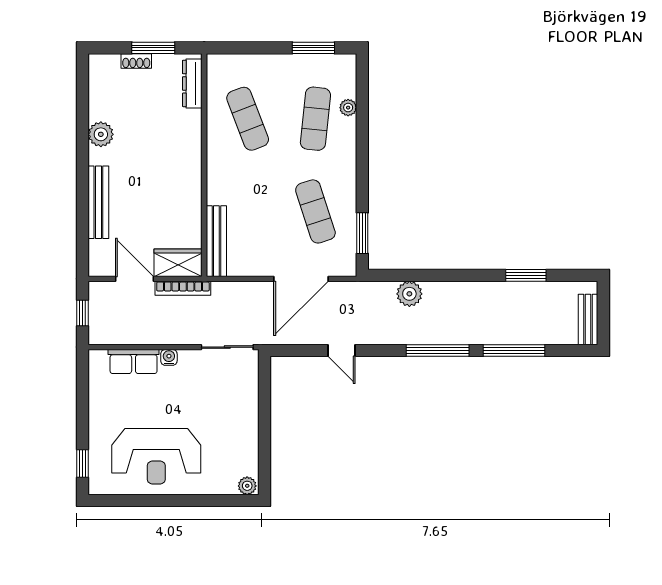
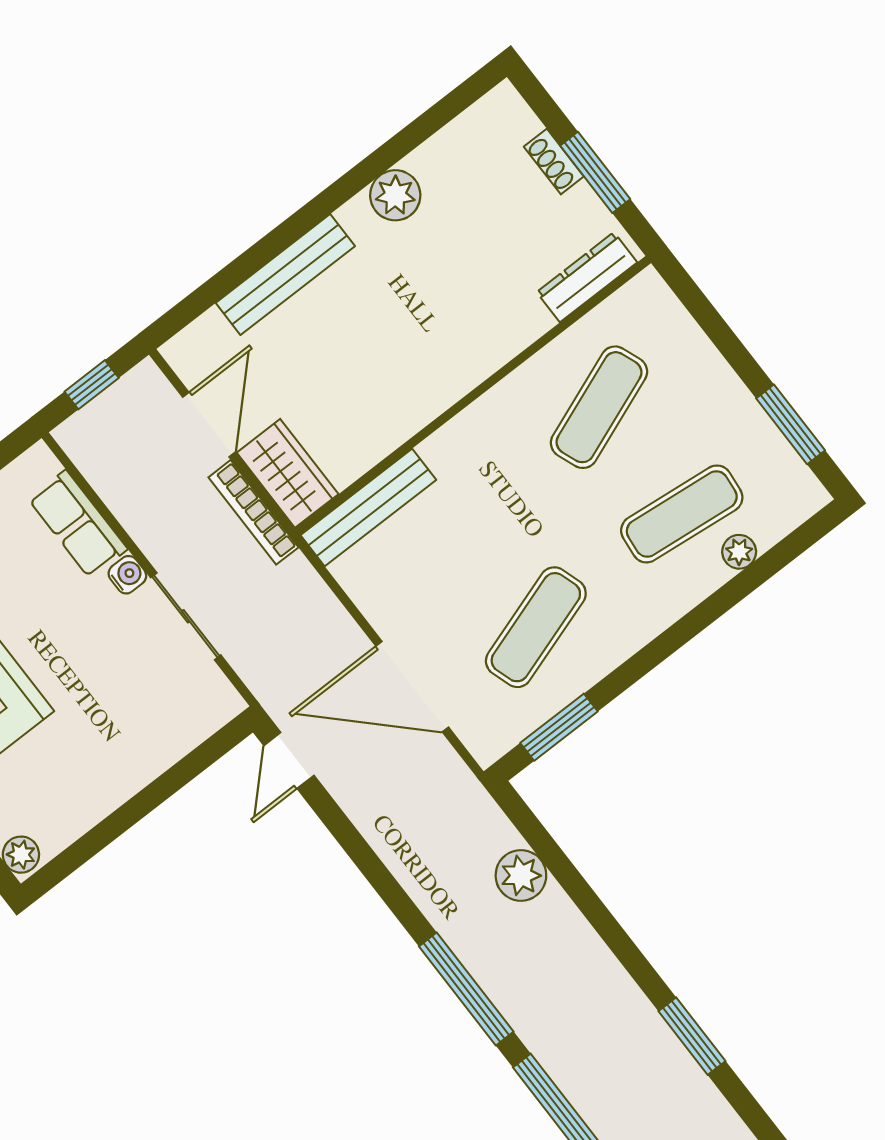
sliding door: (227, 347) -> (186, 616), moved
door: (341, 350) -> (289, 760), moved

